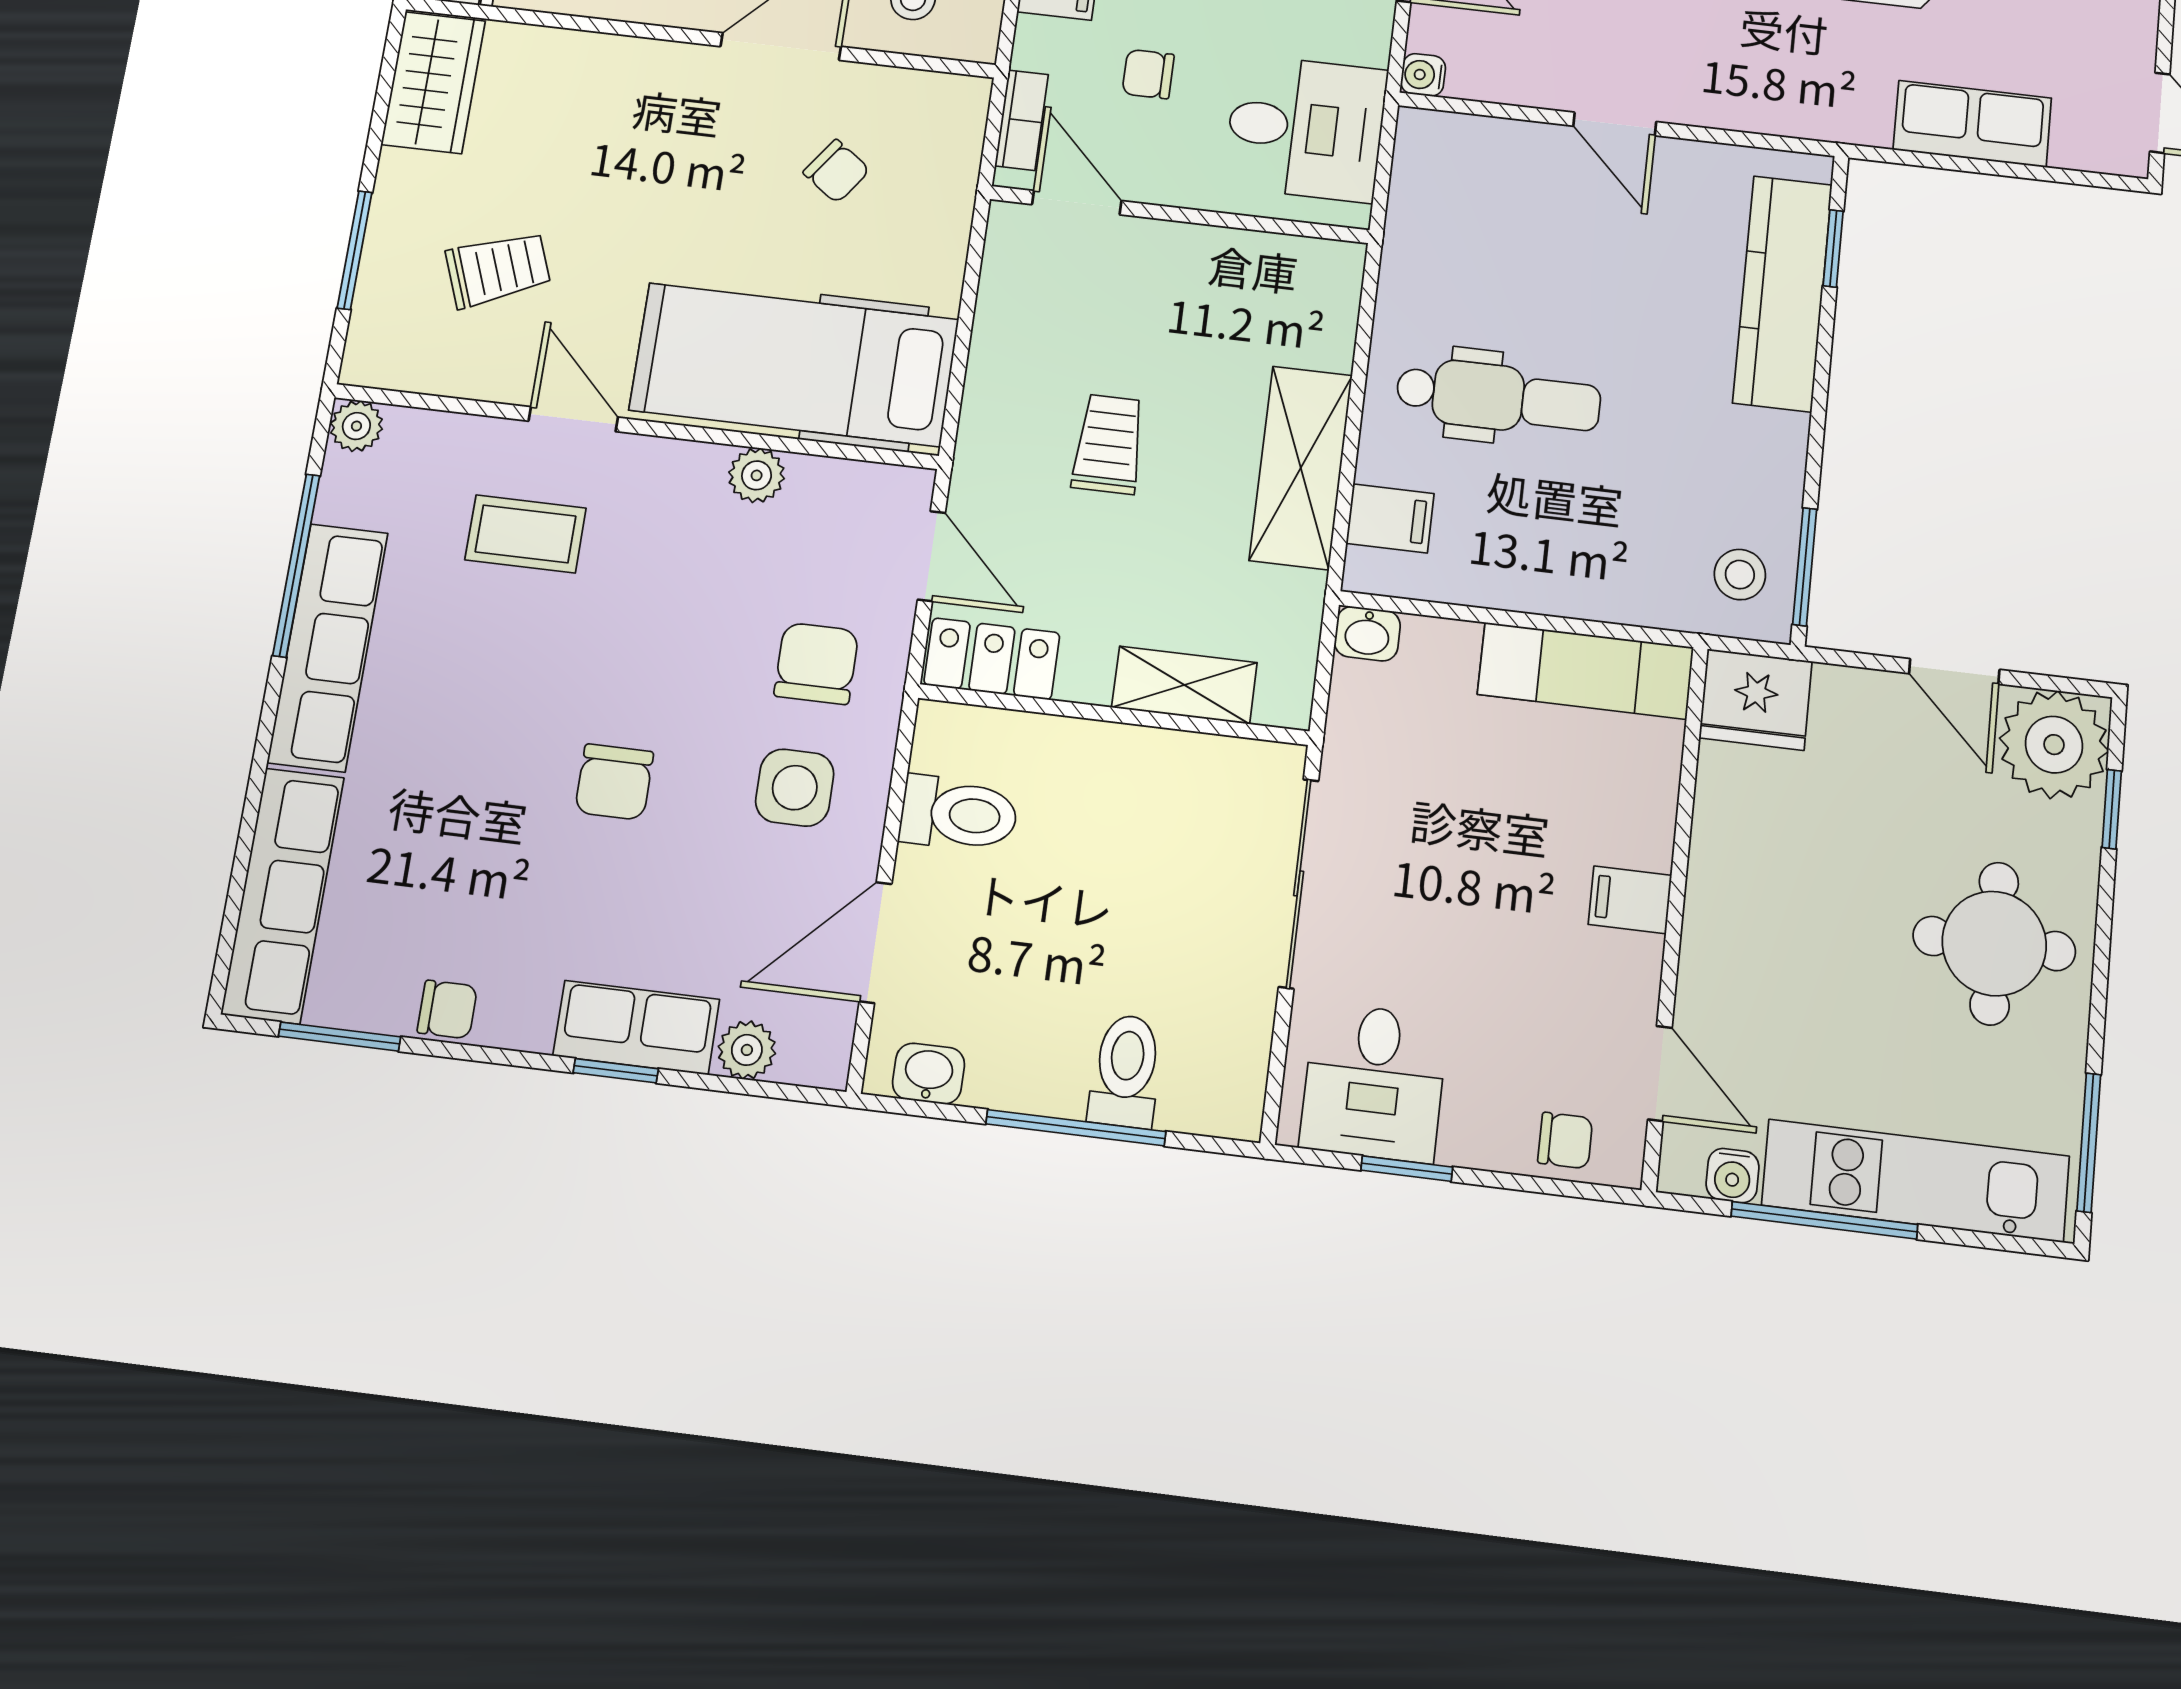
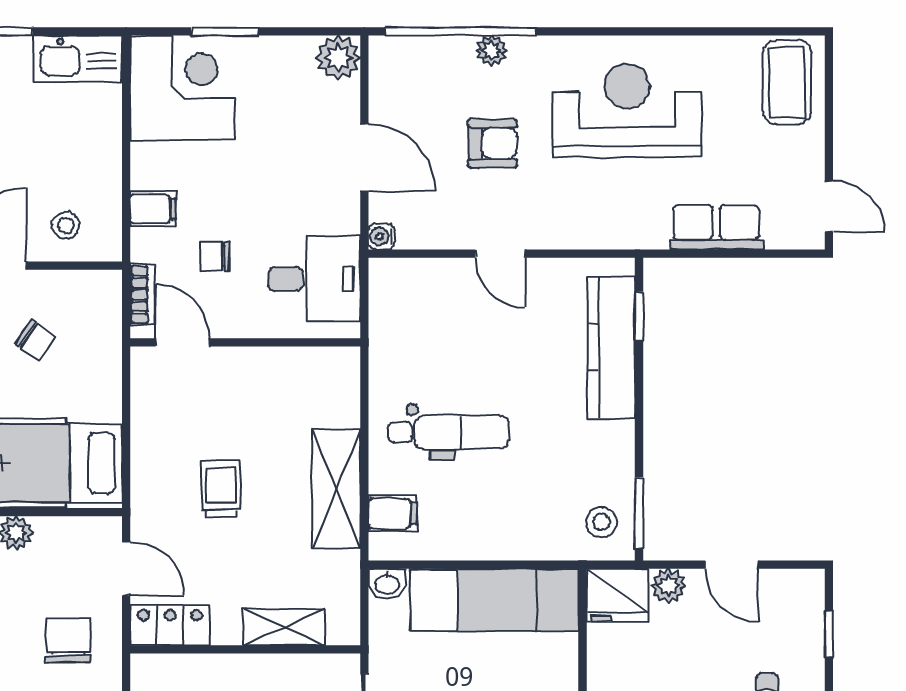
exam couch: (1586, 671) -> (494, 600), width x1.36, depth x1.45
plant: (2054, 745) -> (669, 586), moved, width x0.53, depth x0.53

